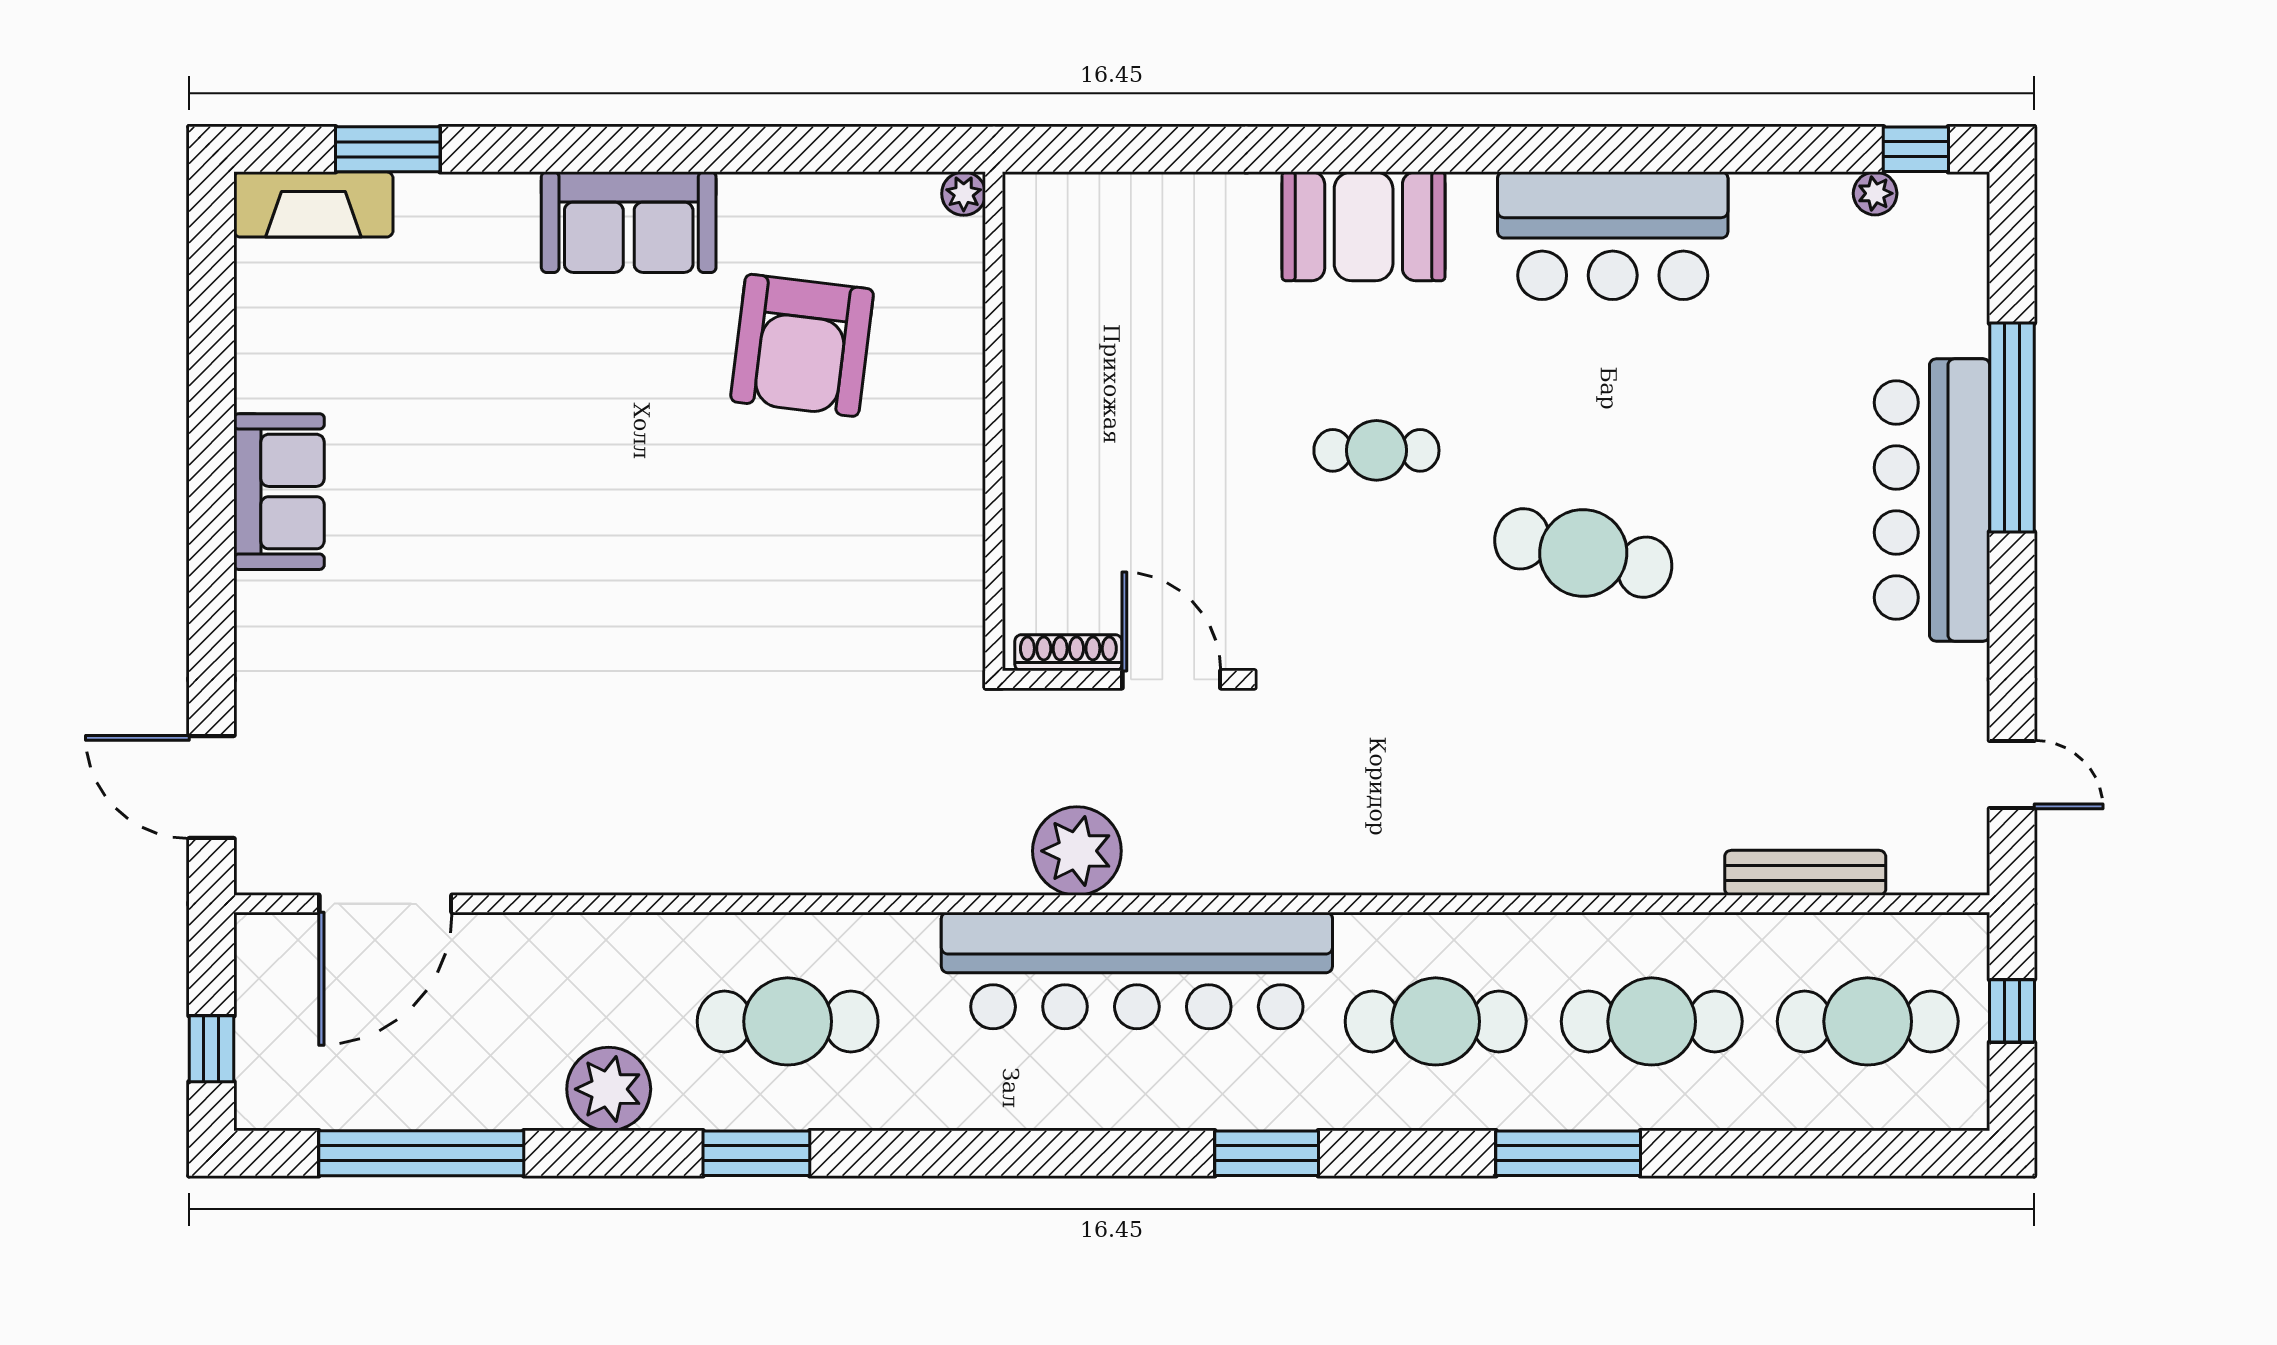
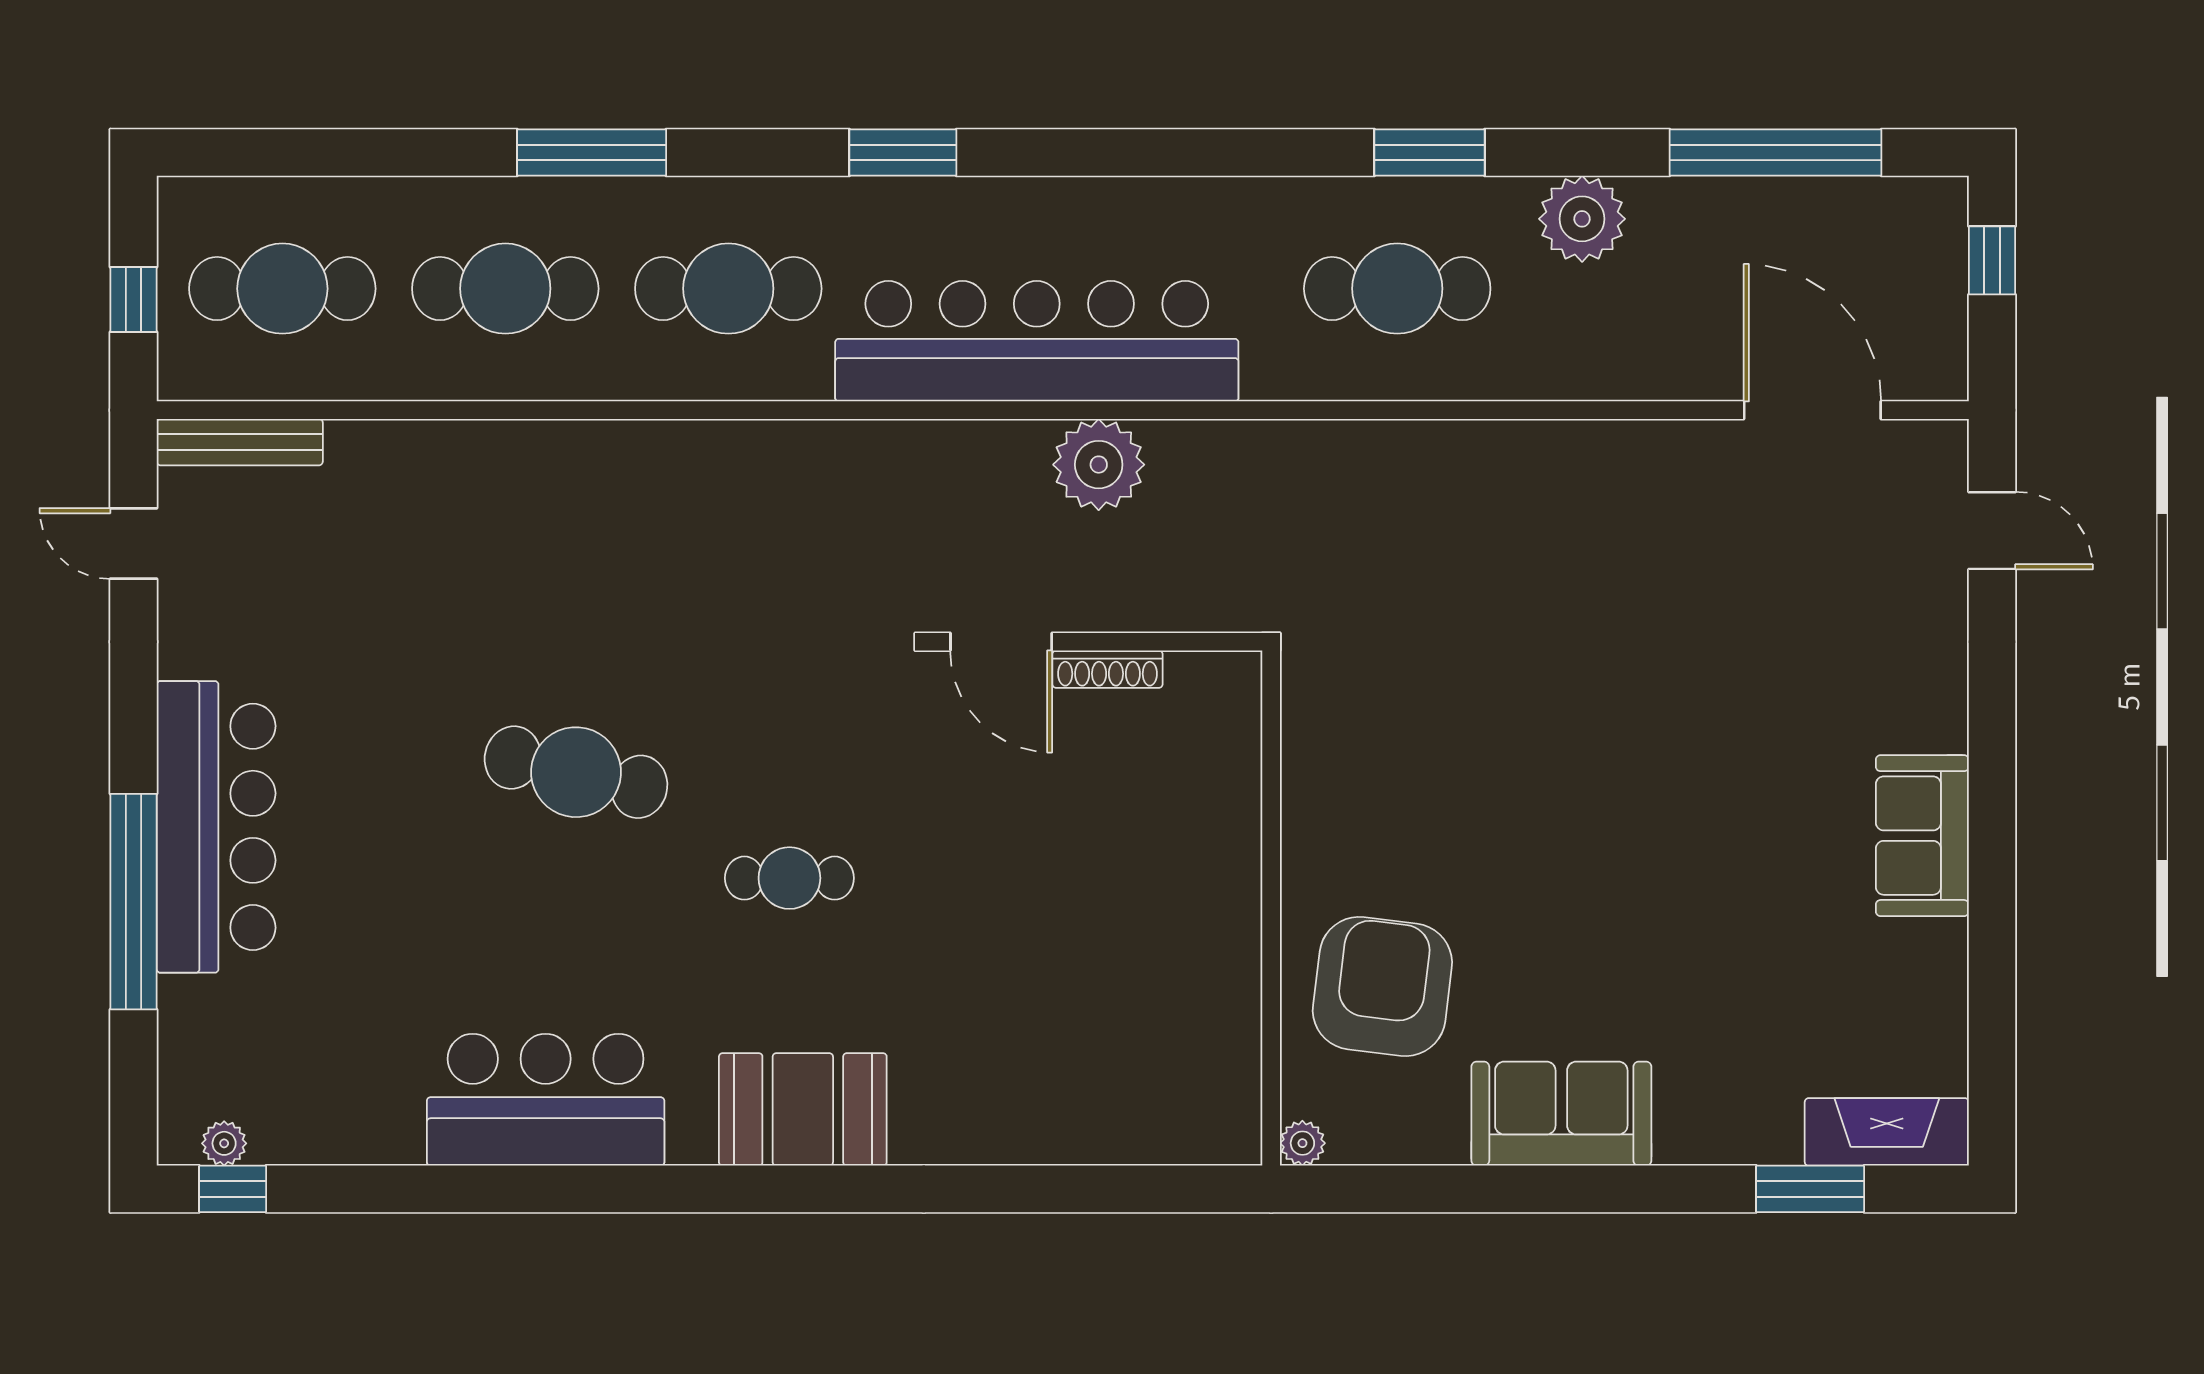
plant: (1875, 193) -> (224, 1143), moved
plant: (964, 194) -> (1302, 1143), moved
wall: (994, 421) -> (1271, 908), moved
door: (211, 787) -> (1992, 531), width x0.73
bench: (1805, 873) -> (240, 442), moved
door: (385, 904) -> (1812, 410), hinge flipped

